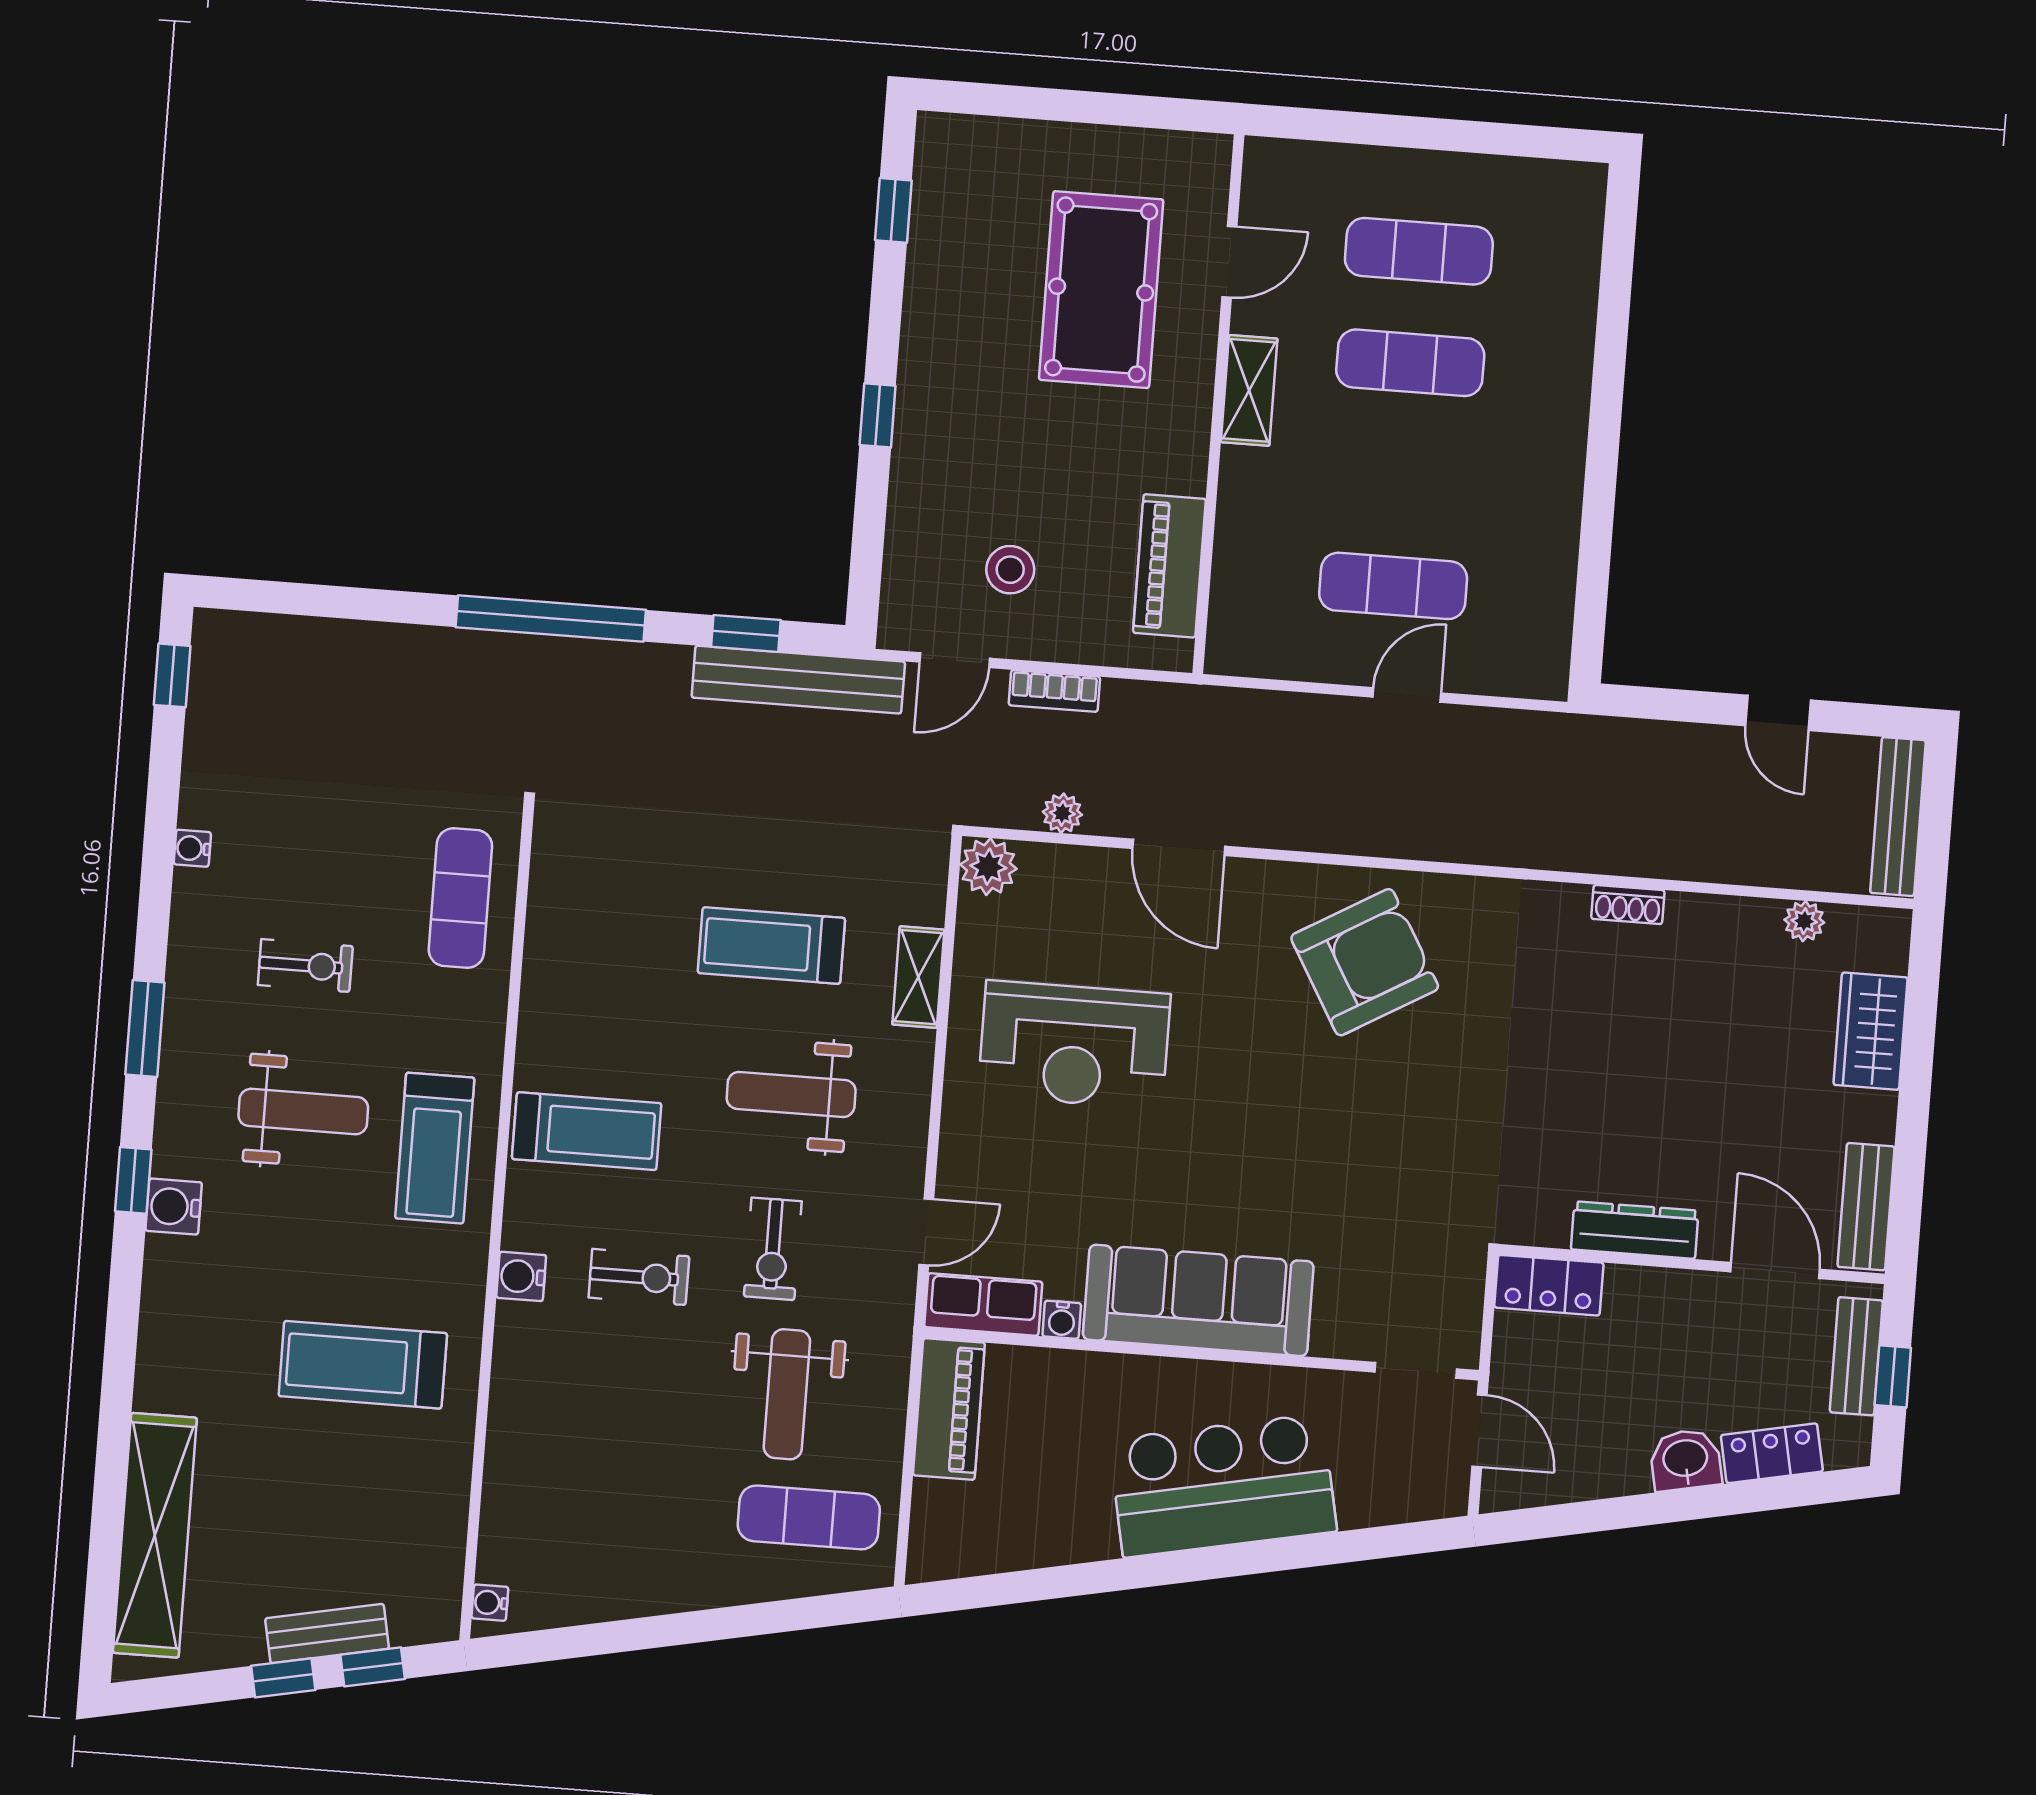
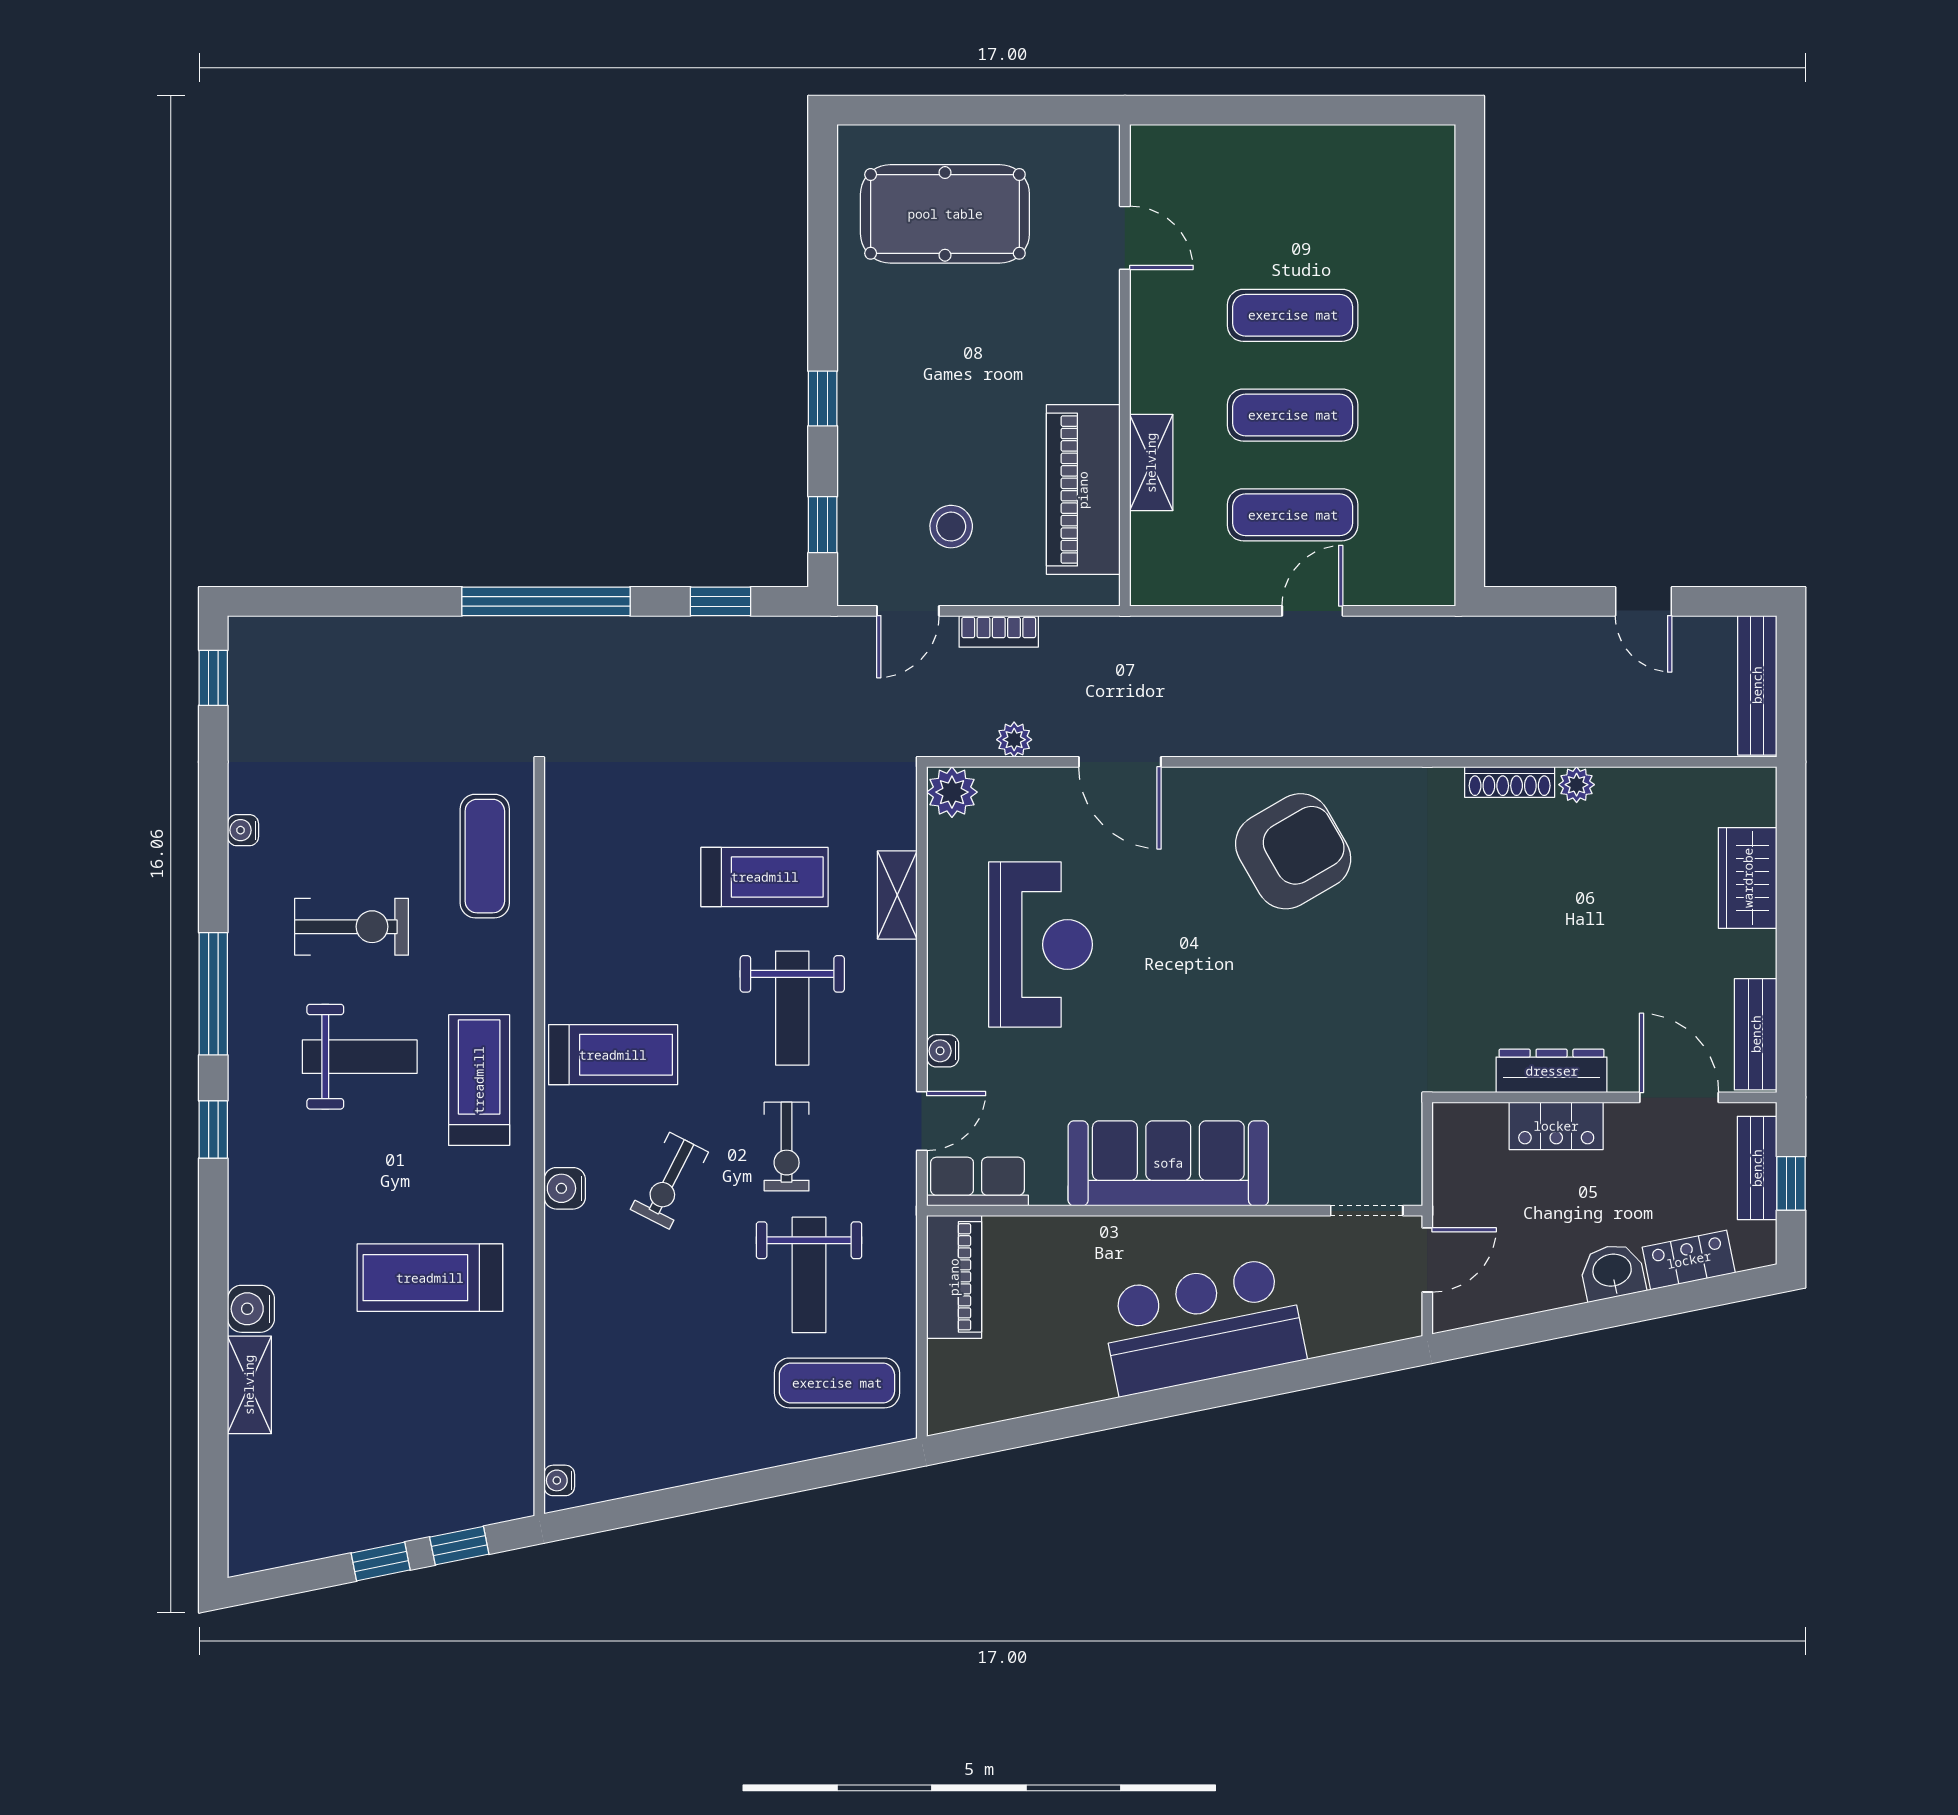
window: (893, 210) -> (823, 525), moved
exercise mat: (1419, 251) -> (1293, 415), moved
door: (1229, 262) -> (1125, 238), hinge flipped
pool table: (1101, 290) -> (945, 214), moved, turned 90
shelving: (1249, 390) -> (1151, 463), moved
piano: (1169, 566) -> (1083, 490), width x1.37, depth x1.33
bench: (798, 680) -> (770, 639), removed
shoe rack: (1628, 905) -> (1510, 782), width x1.43
plant: (1804, 921) -> (1577, 785), moved
treadmill: (771, 946) -> (765, 877), turned 180
exercise bike: (305, 966) -> (352, 927), width x1.38, depth x1.39
window: (145, 1029) -> (213, 994), width x1.44
reception desk: (1074, 1045) -> (1040, 945), turned -90
weight bench: (791, 1094) -> (792, 1008), turned -90
treadmill: (435, 1148) -> (479, 1080), turned 180
water cooler: (174, 1207) -> (251, 1309), moved
exercise bike: (639, 1277) -> (669, 1181), turned 117
locker: (1549, 1285) -> (1556, 1126), moved
water cooler: (1062, 1320) -> (943, 1051), moved, turned 90
door: (1480, 1431) -> (1427, 1260), hinge flipped
shelving: (155, 1535) -> (249, 1385), width x0.45, depth x0.75
bench: (327, 1634) -> (417, 1519), removed

